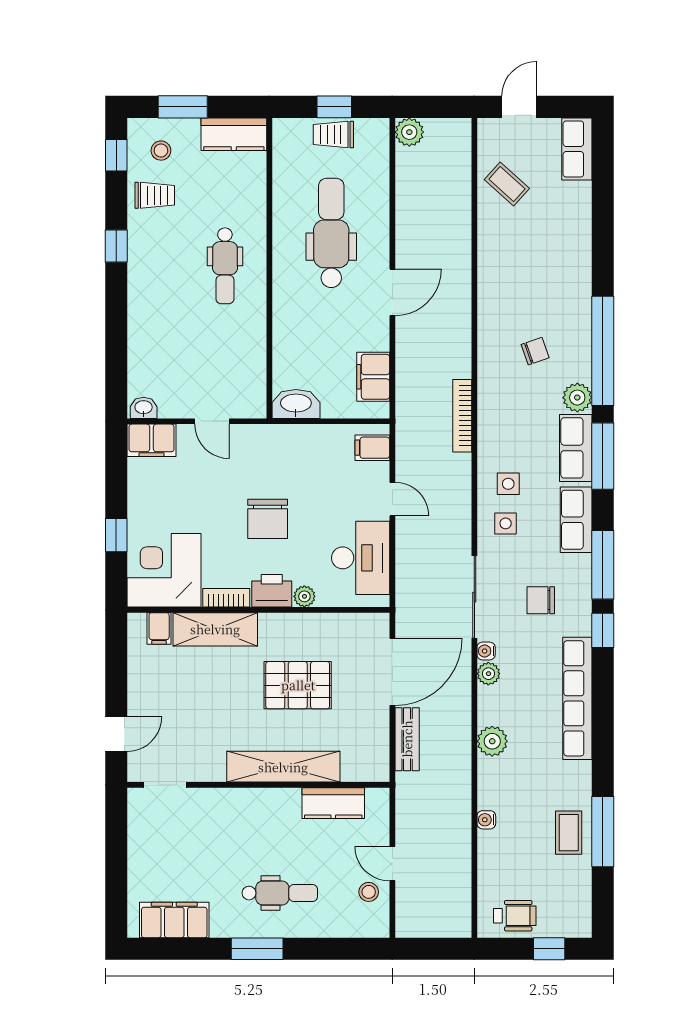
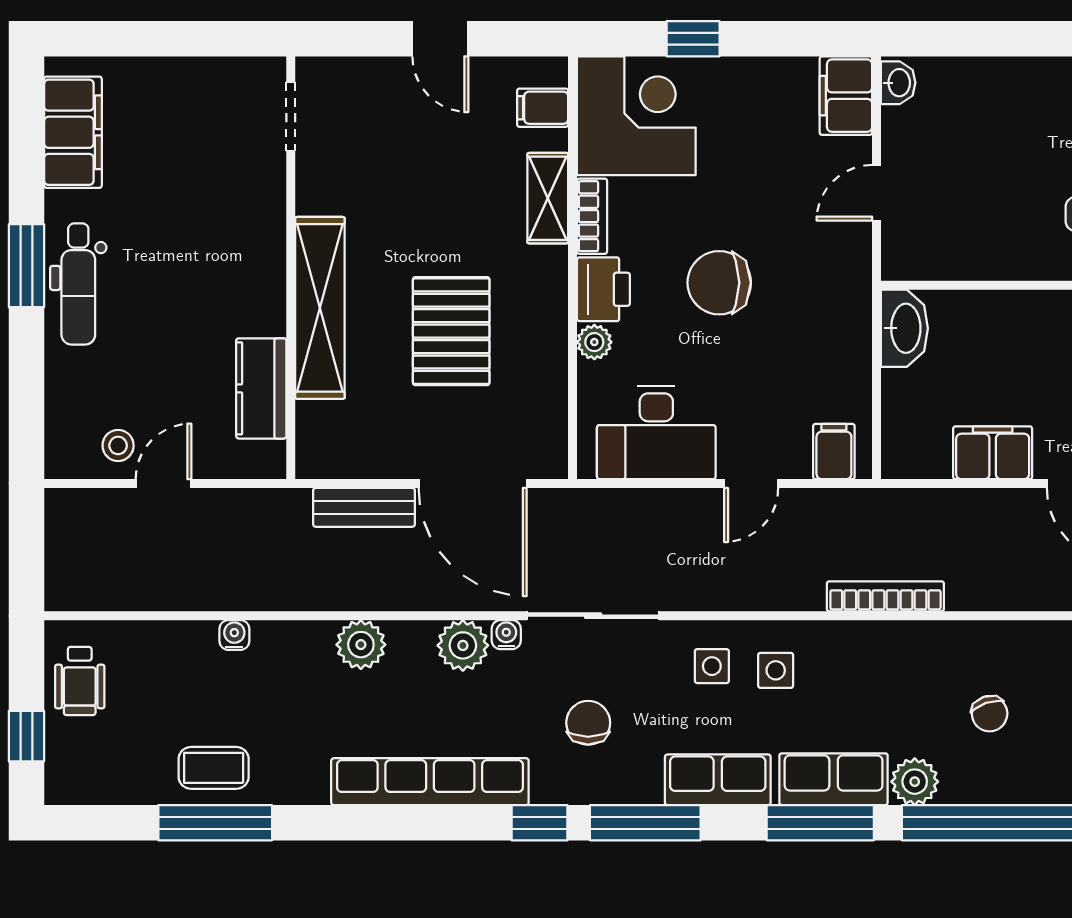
filing cabinet: (373, 377) -> (993, 453), moved
shelving: (215, 629) -> (548, 198), width x0.67, depth x0.75
plant: (488, 674) -> (463, 645), width x1.38, depth x1.38
door: (116, 734) -> (440, 39), moved
dental chair: (280, 893) -> (78, 284), moved

